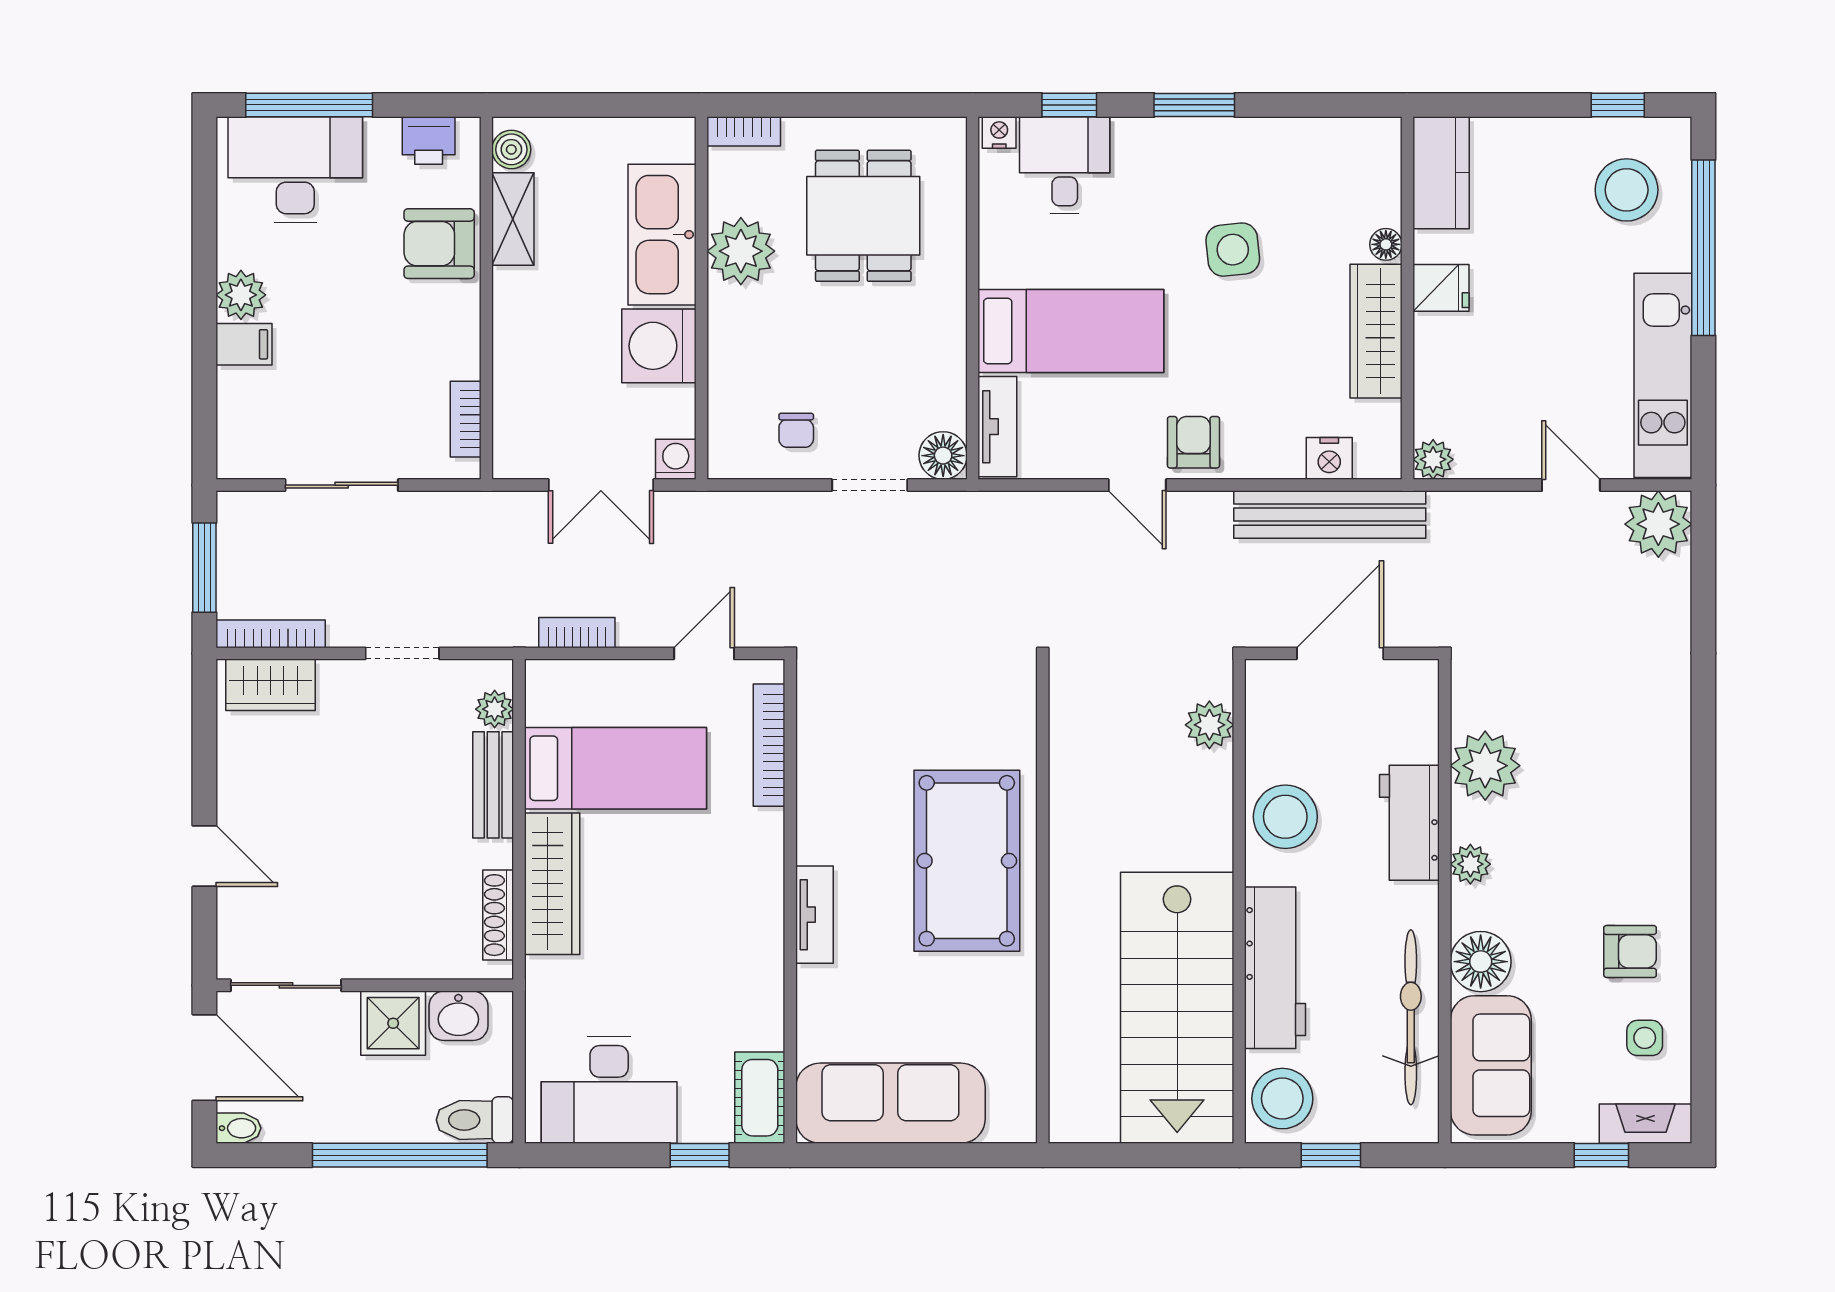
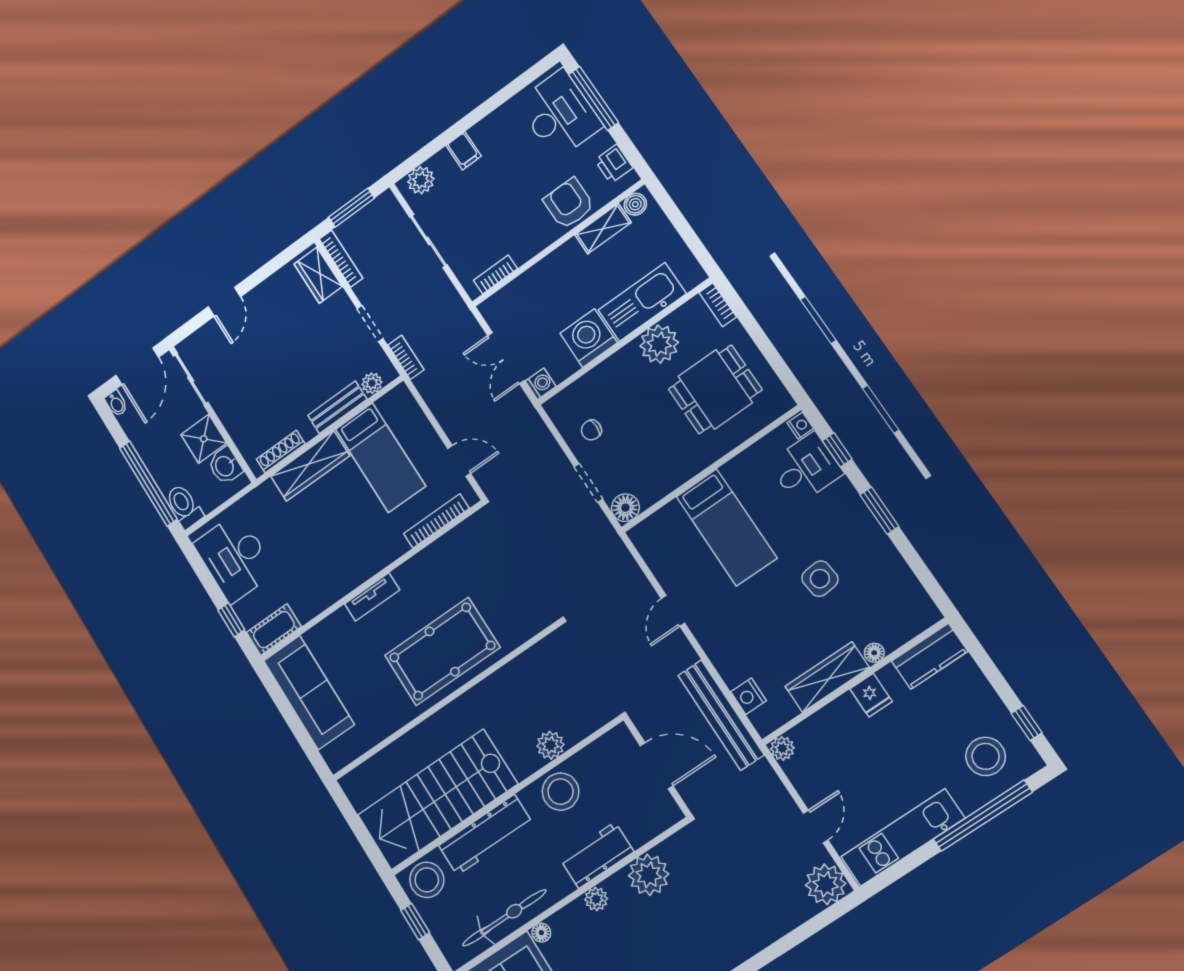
plant: (241, 295) -> (421, 180), moved
tv unit: (997, 427) -> (656, 524), removed
armchair: (1193, 442) -> (712, 624), removed
bookcase: (577, 633) -> (406, 357), moved
plant: (1209, 725) -> (550, 745), moved
floor lamp: (1481, 962) -> (541, 933), width x0.53, depth x0.53

